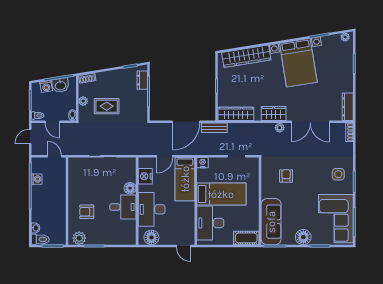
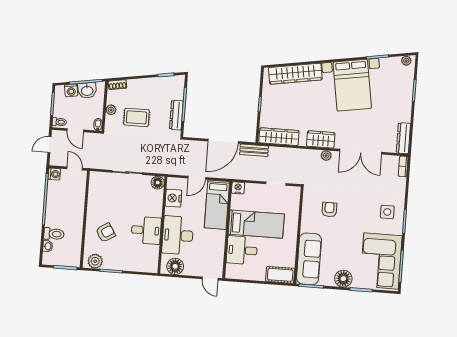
dresser: (142, 80) -> (176, 115), moved, width x1.44
washing machine: (37, 179) -> (54, 174), moved
floor lamp: (130, 188) -> (158, 183), moved
armchair: (87, 212) -> (106, 233), turned 148
desk: (210, 223) -> (242, 250), width x0.73
toilet: (40, 239) -> (54, 234), moved

